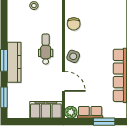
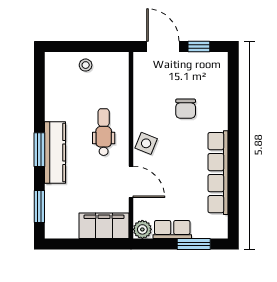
chair: (74, 24) -> (186, 109), moved

